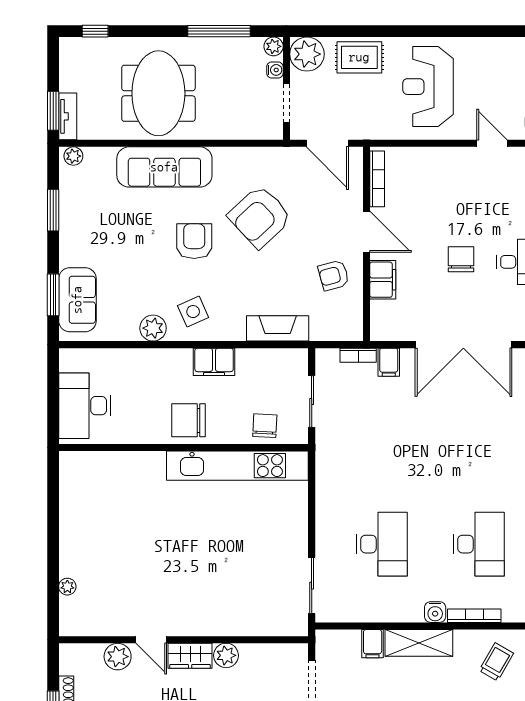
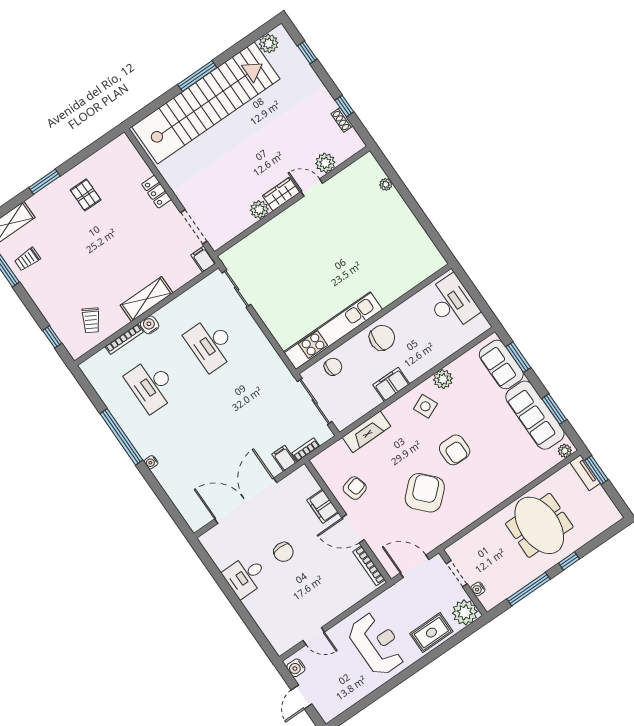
window: (95, 31) -> (569, 561), moved
plant: (274, 46) -> (489, 603), removed
sofa: (164, 167) -> (535, 415), moved, turned -90
sliding door: (312, 401) -> (315, 401), width x1.37
chair: (265, 426) -> (333, 367), turned -93
filing cabinet: (373, 644) -> (203, 259), moved

